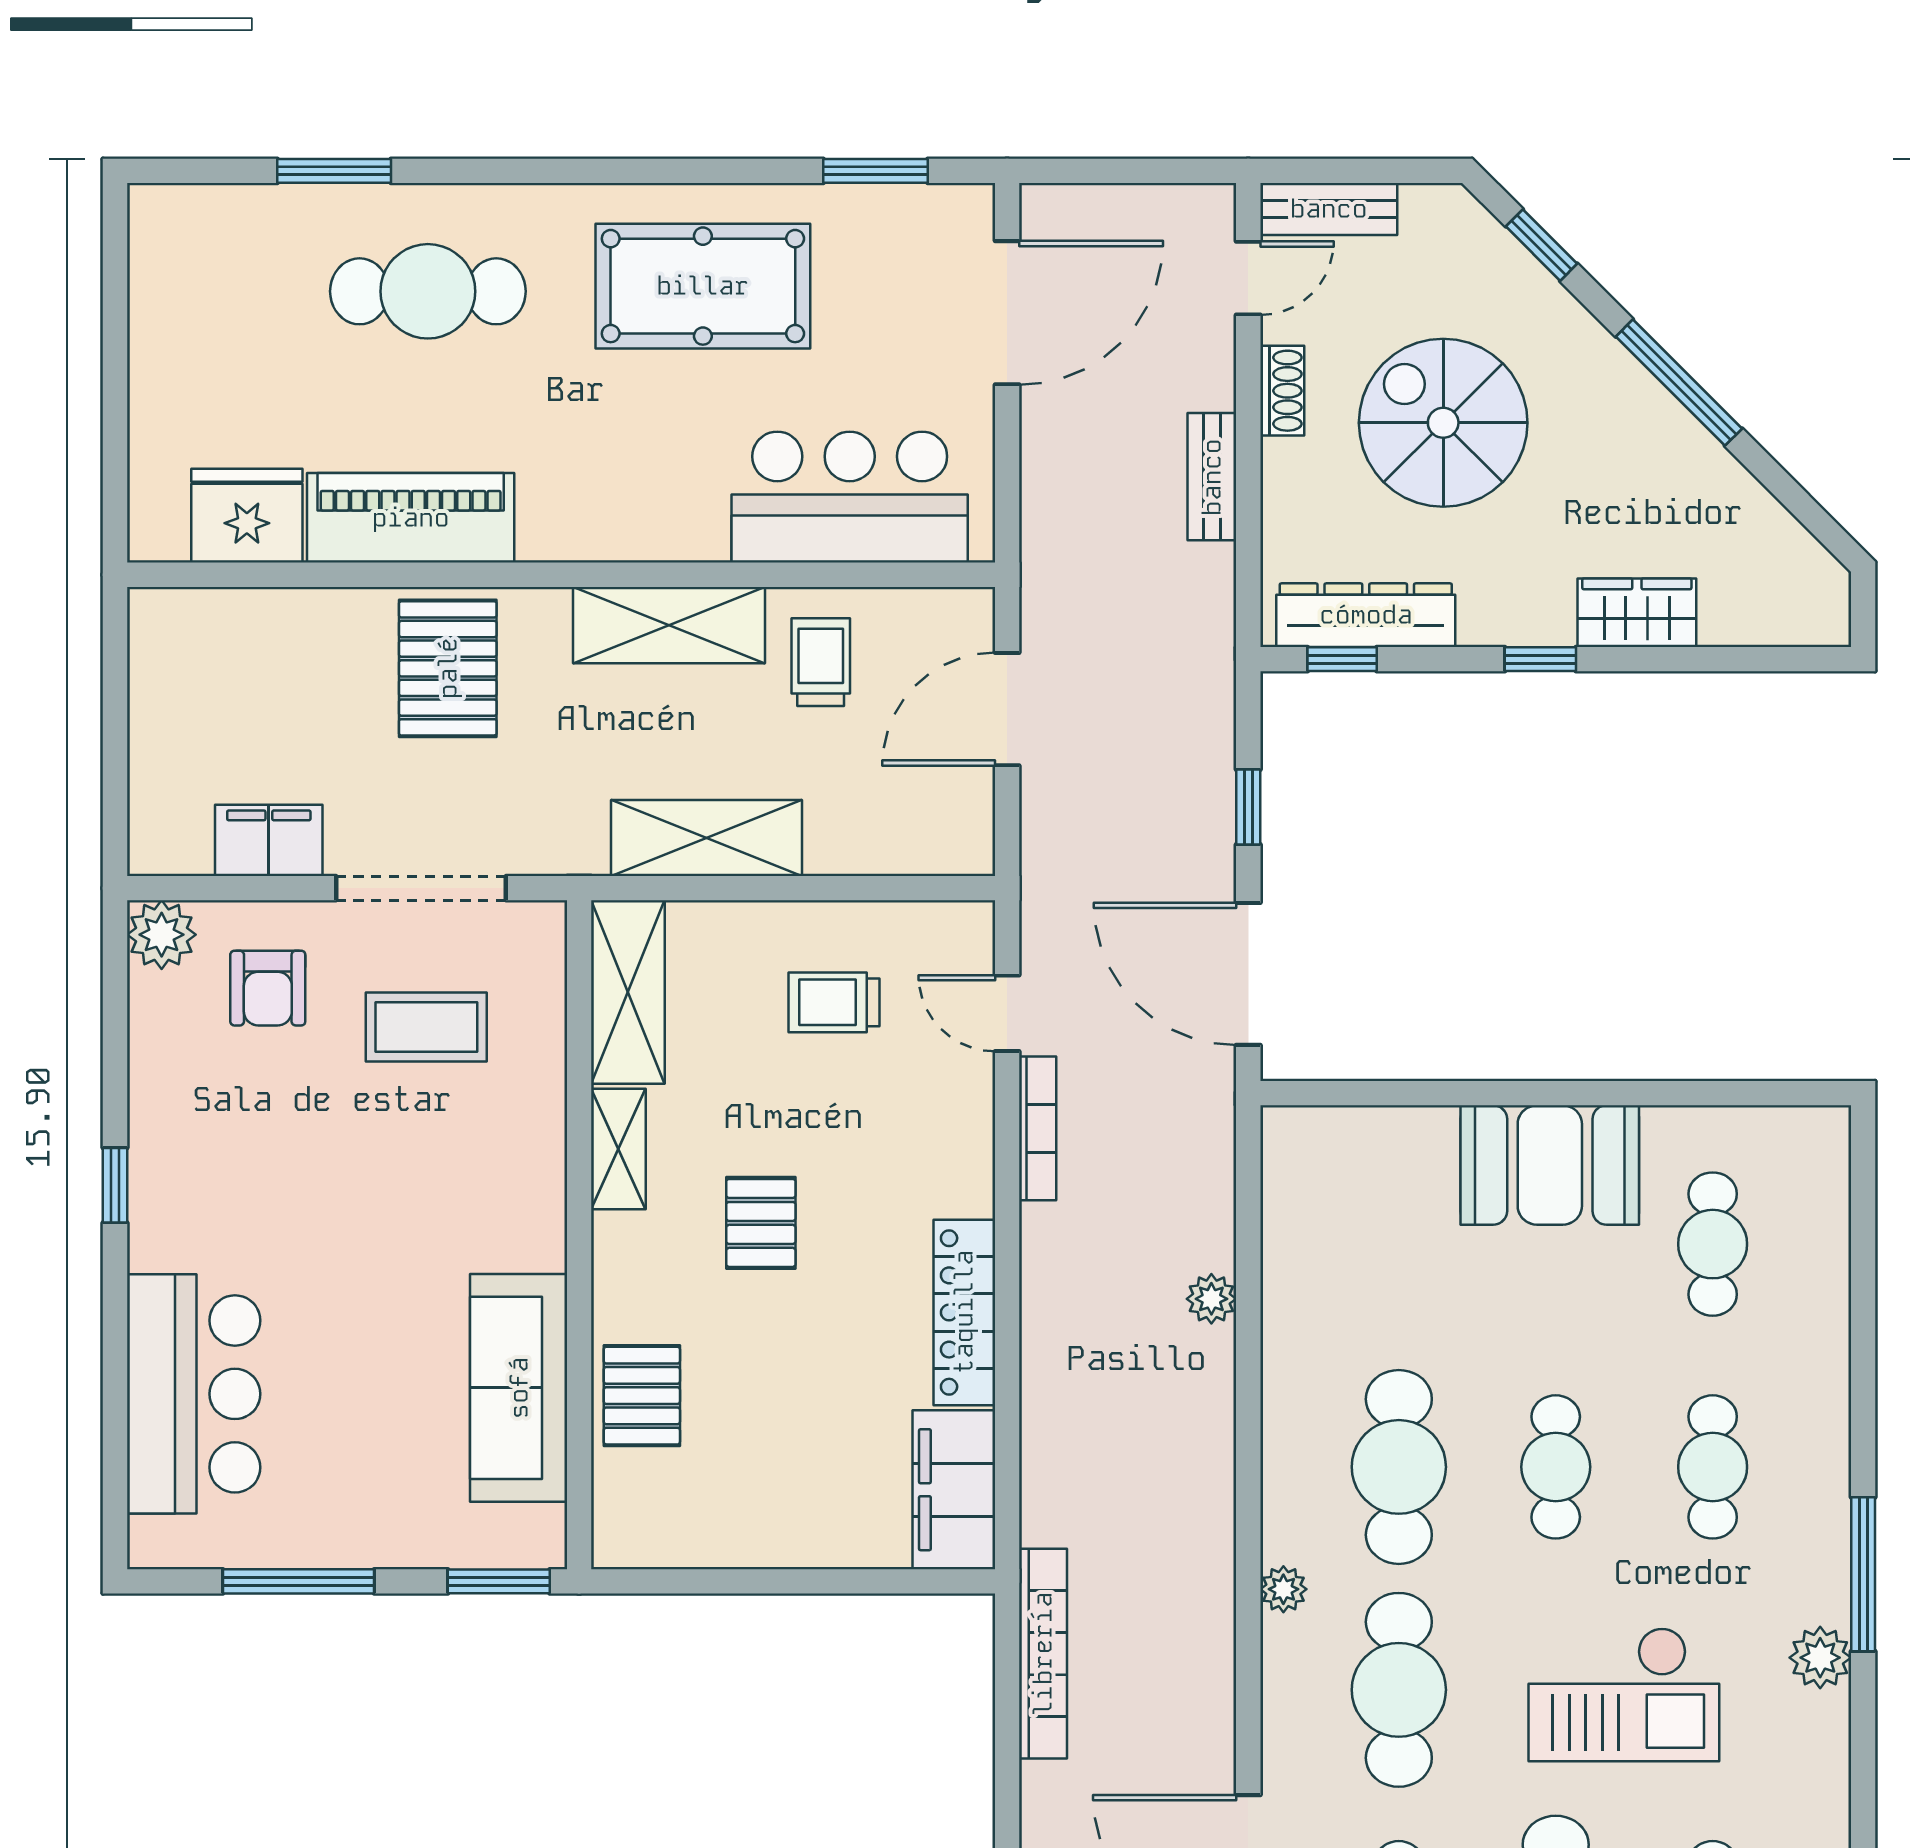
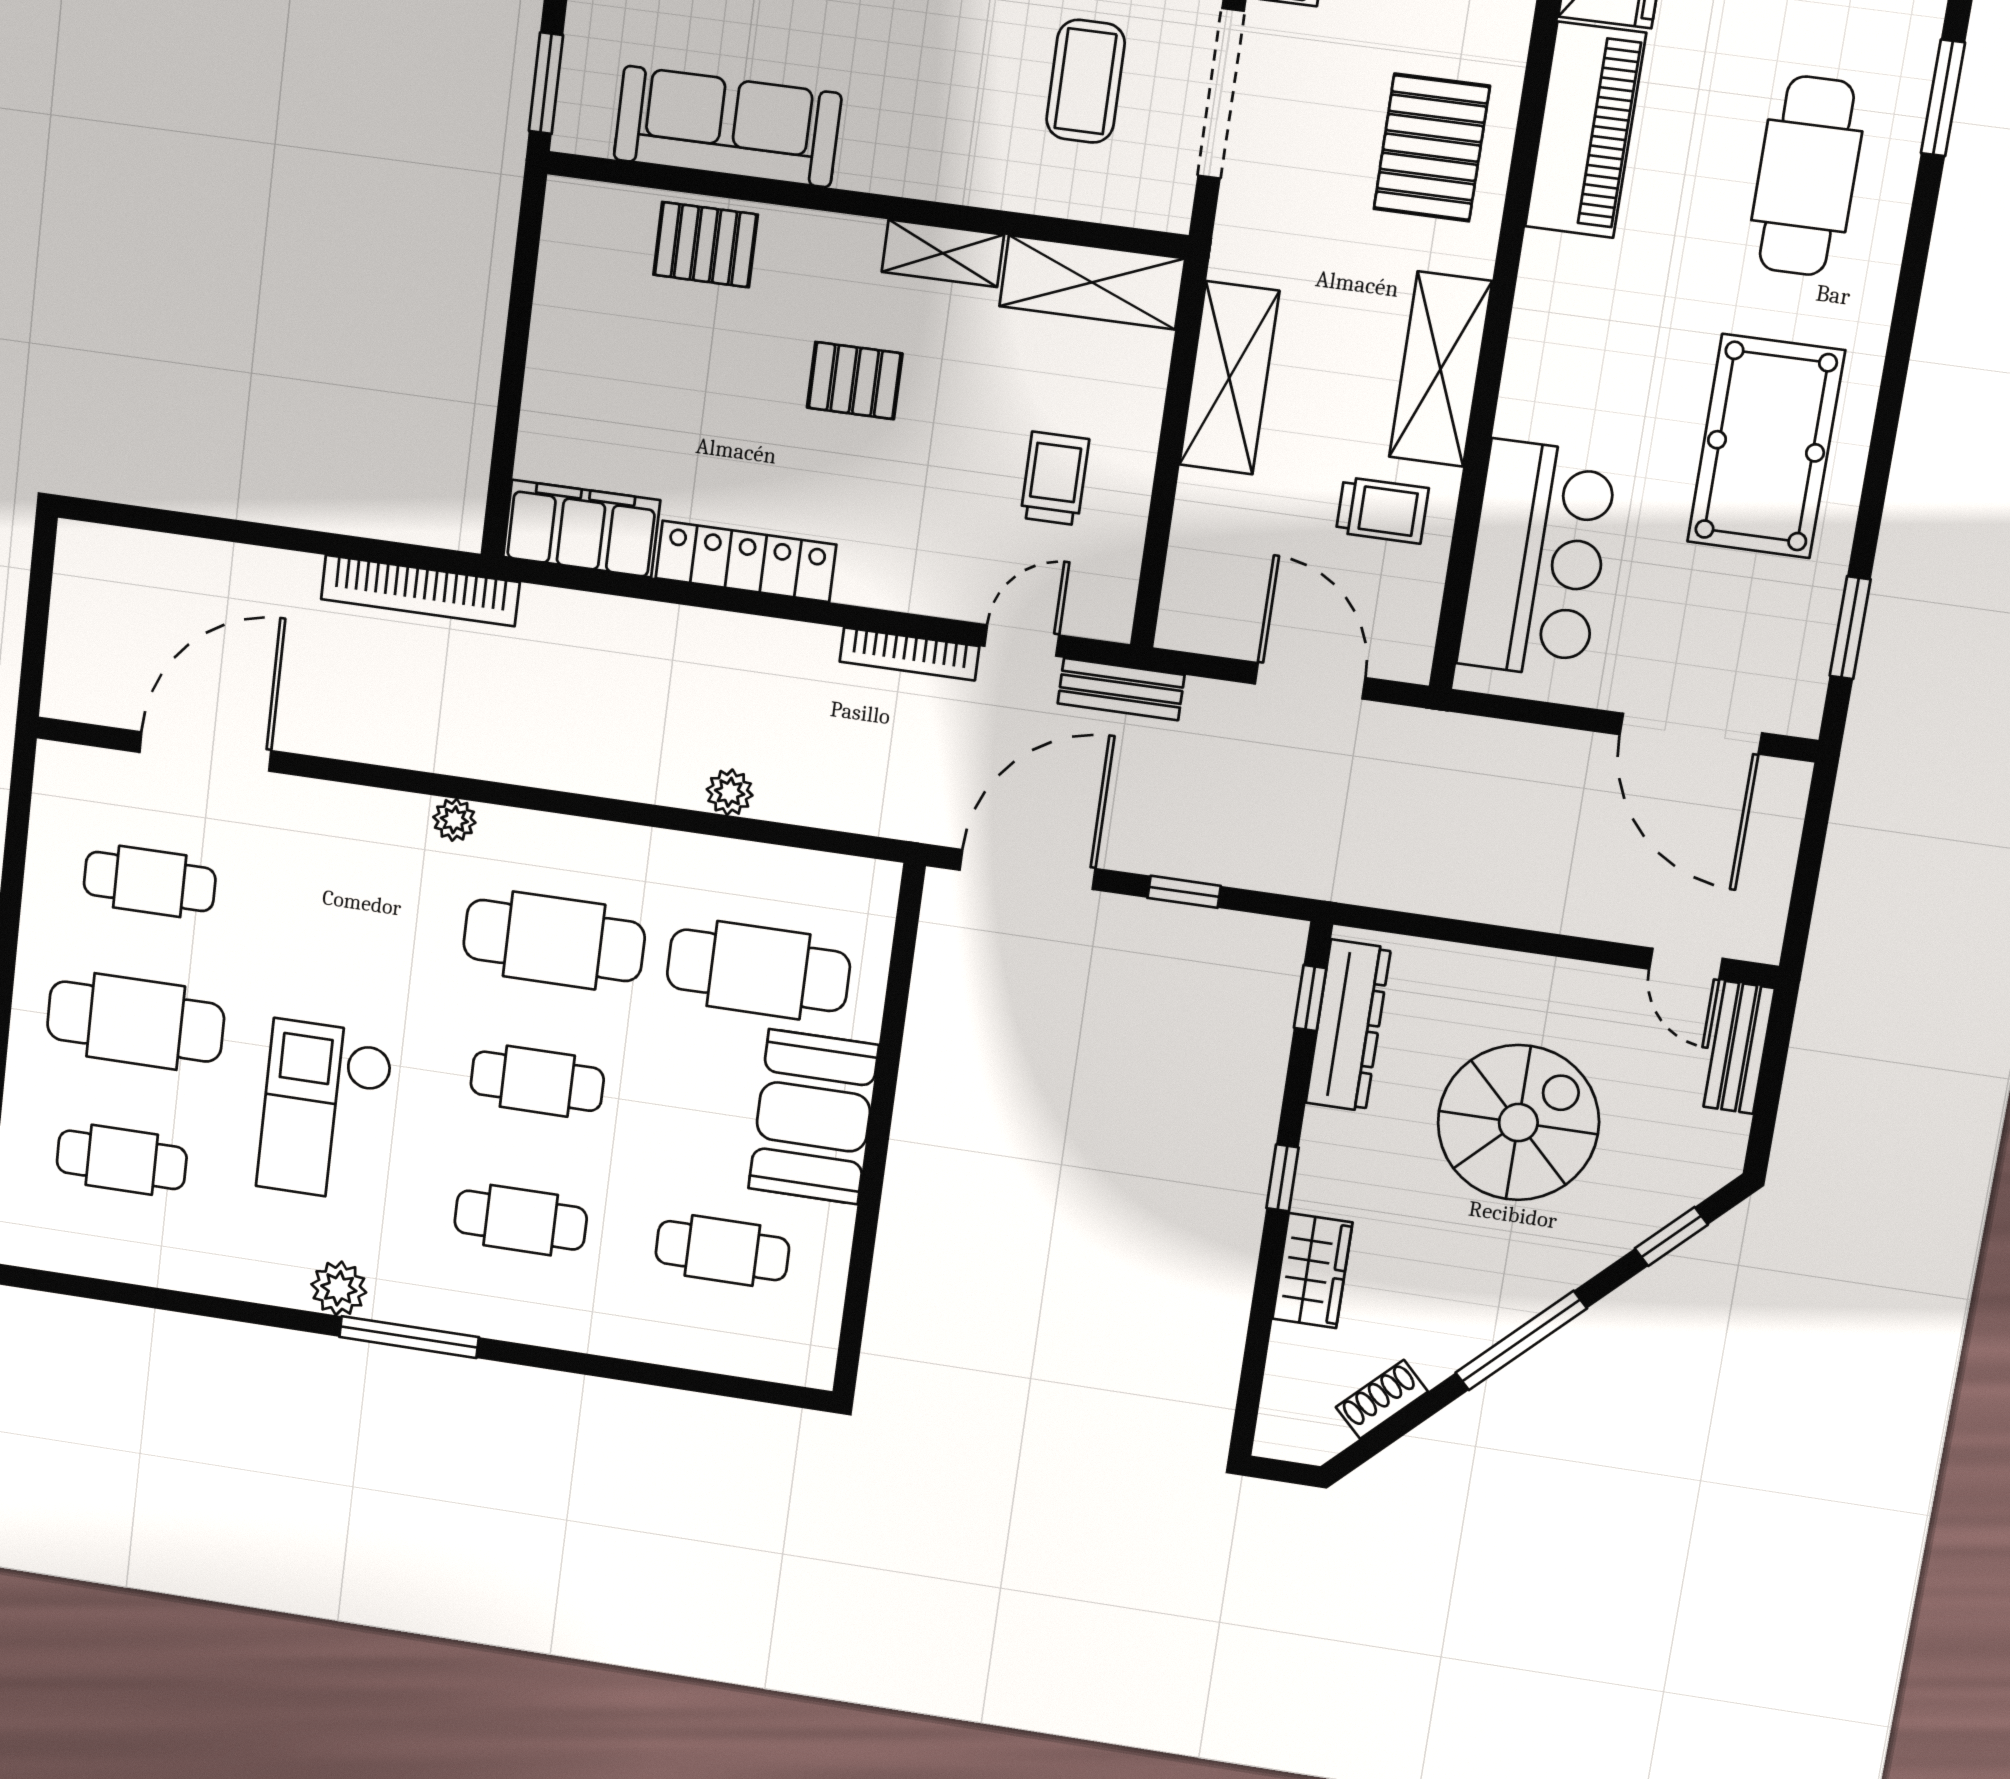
shoe rack: (1282, 391) -> (1382, 1399), moved, turned 135
bench: (1212, 477) -> (1121, 689), moved
pallet: (448, 668) -> (1432, 148), turned 90
cafe table: (1399, 1690) -> (758, 970), moved

